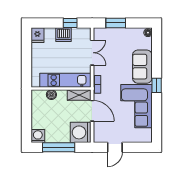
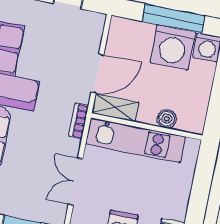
door: (92, 111) -> (97, 74), swing flipped
washing machine: (81, 132) -> (173, 47), moved, turned 90

